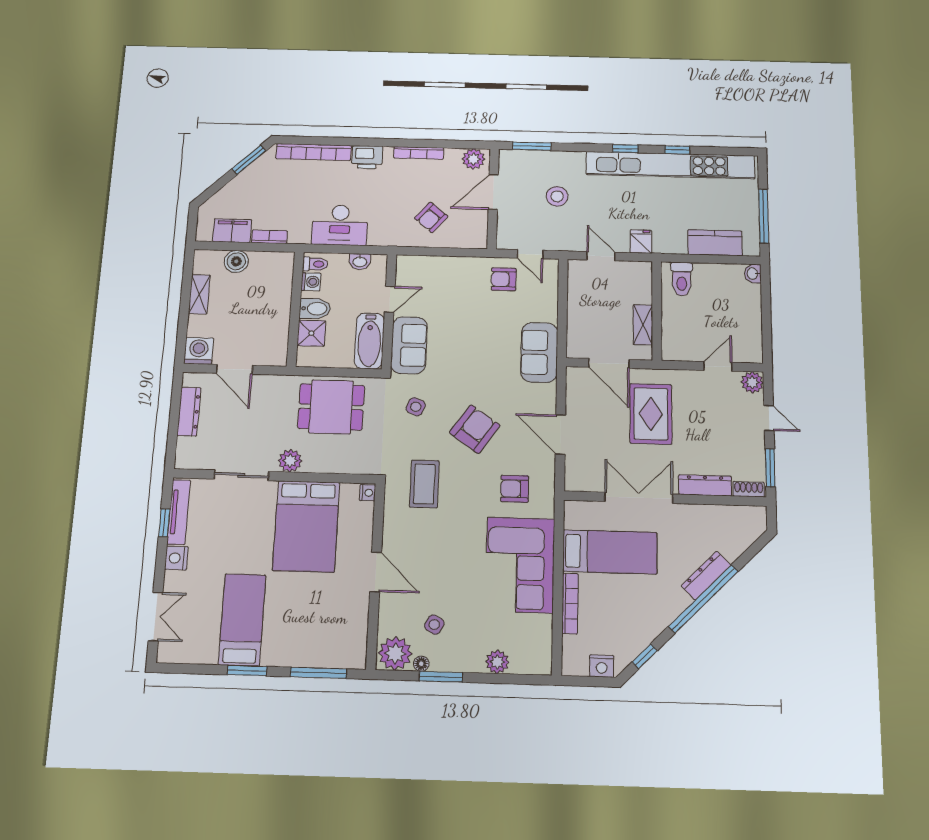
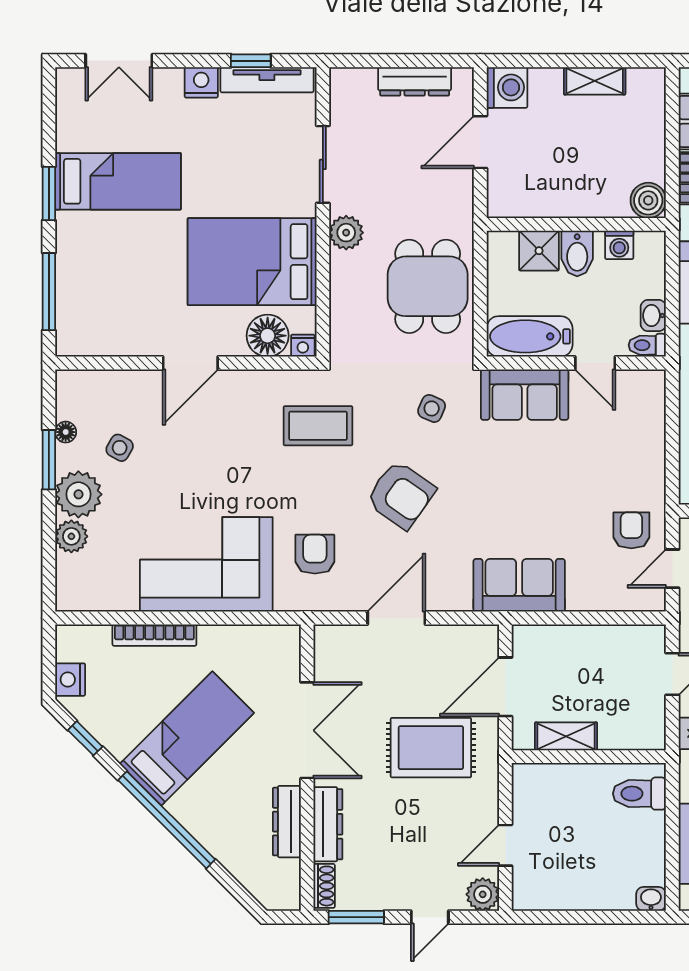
boiler: (236, 261) -> (648, 200), moved
toilet: (315, 264) -> (647, 345), moved, turned 90
door: (718, 366) -> (505, 845), swing flipped
floor lamp: (359, 517) -> (268, 336), added
bed: (610, 552) -> (187, 738), moved, turned -135
dresser: (706, 576) -> (287, 822), moved, turned -135
plant: (395, 653) -> (78, 494), moved

